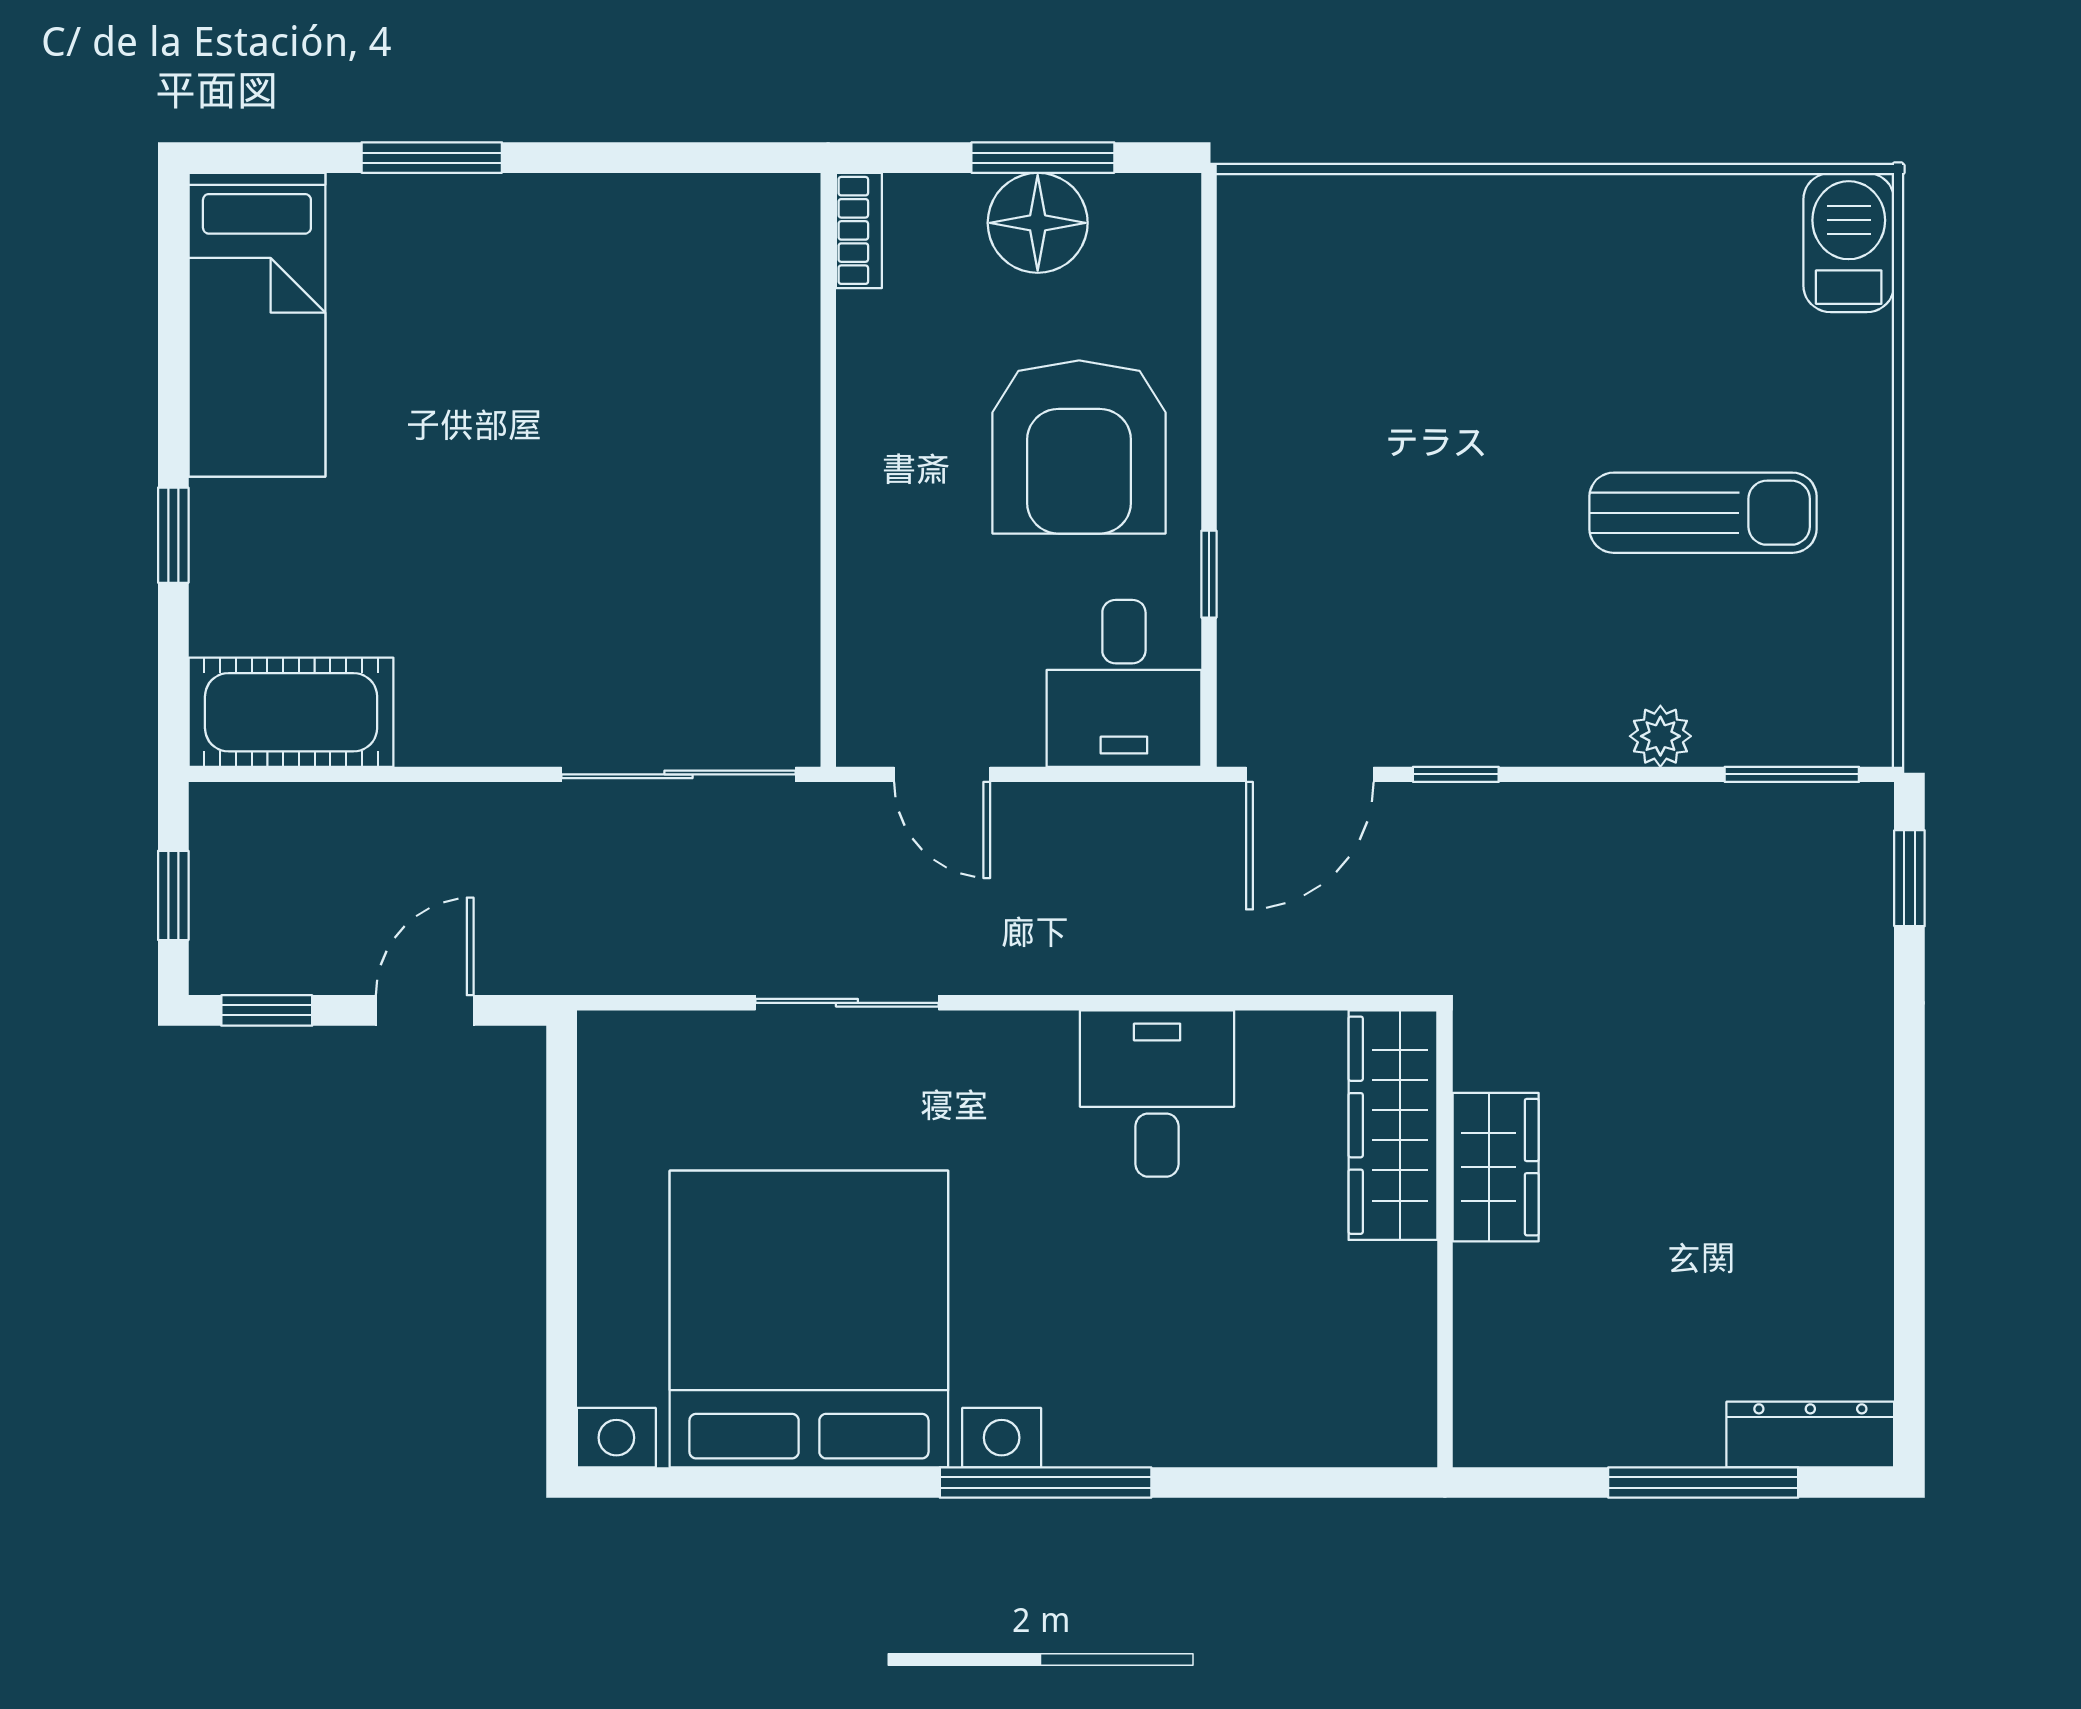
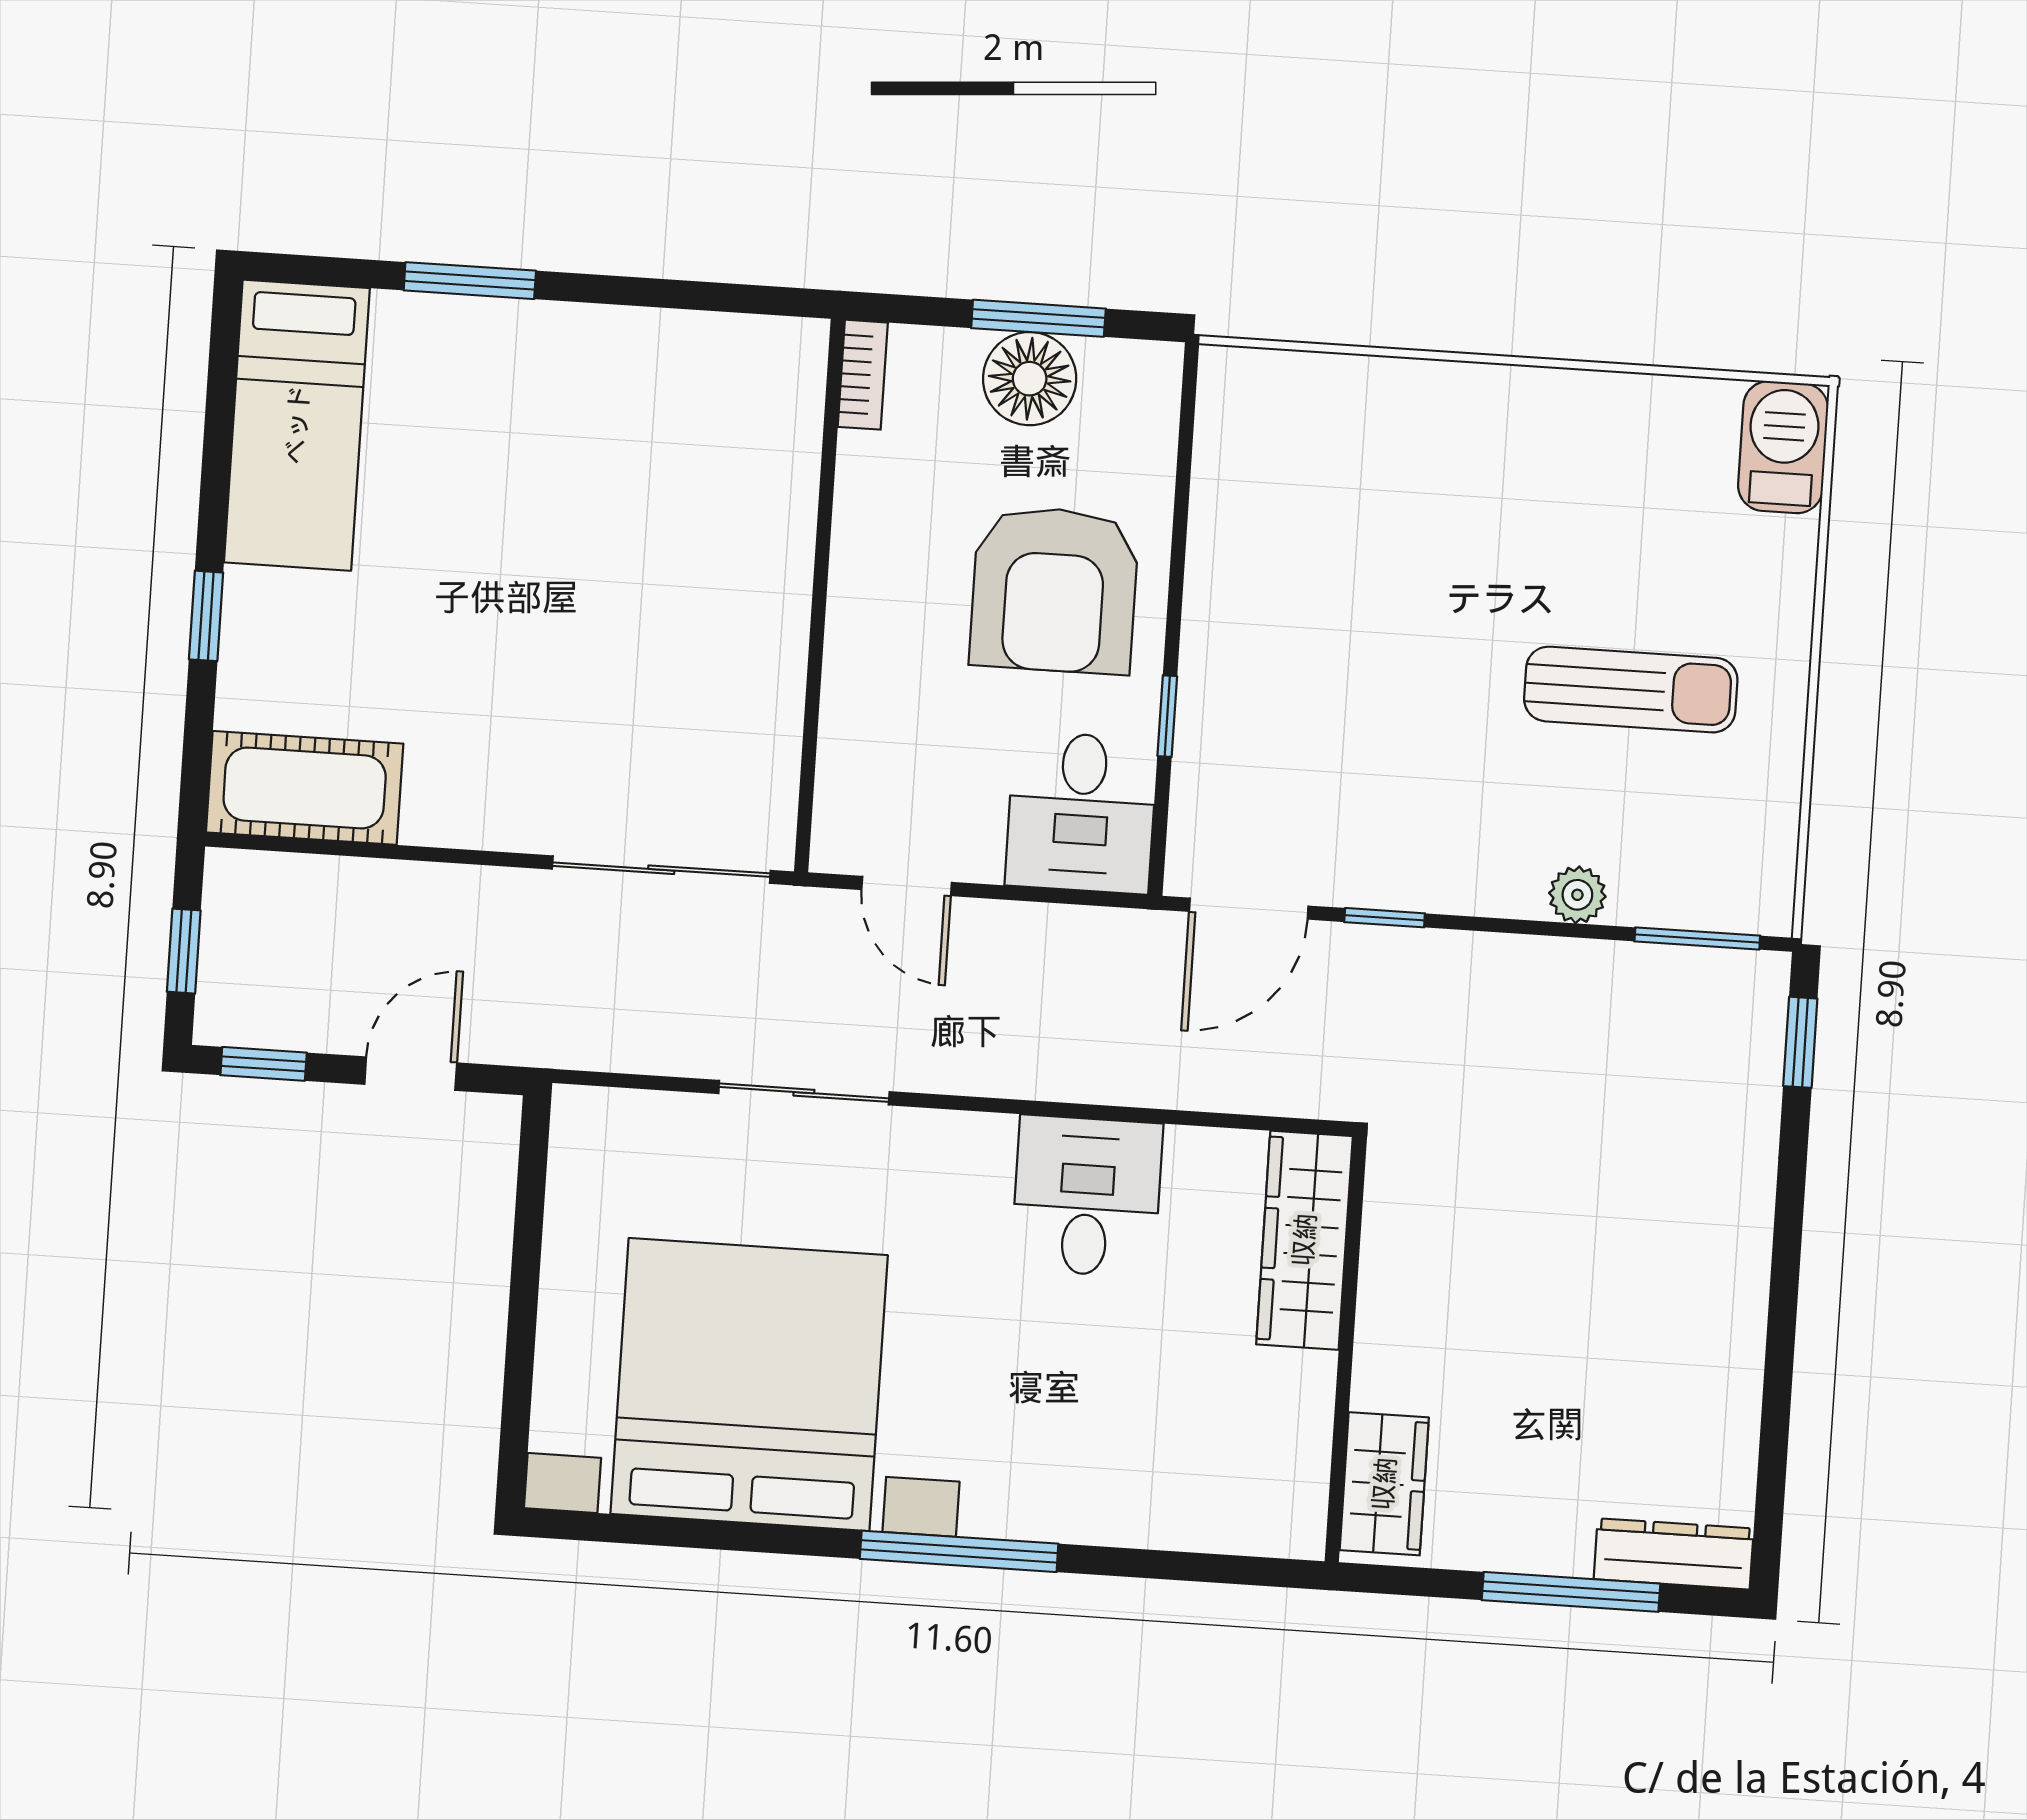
wardrobe: (1496, 1167) -> (1384, 1484), moved

